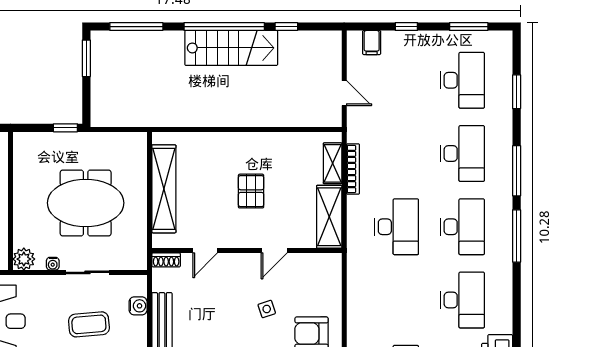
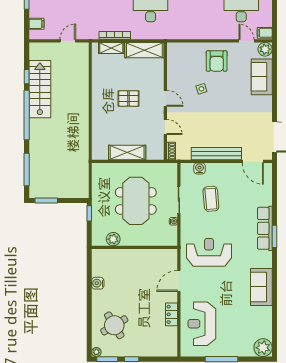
stairs: (231, 48) -> (40, 89), moved
shelving: (164, 189) -> (127, 152), width x0.68
door: (274, 251) -> (165, 98), moved
plant: (24, 259) -> (113, 239), moved

